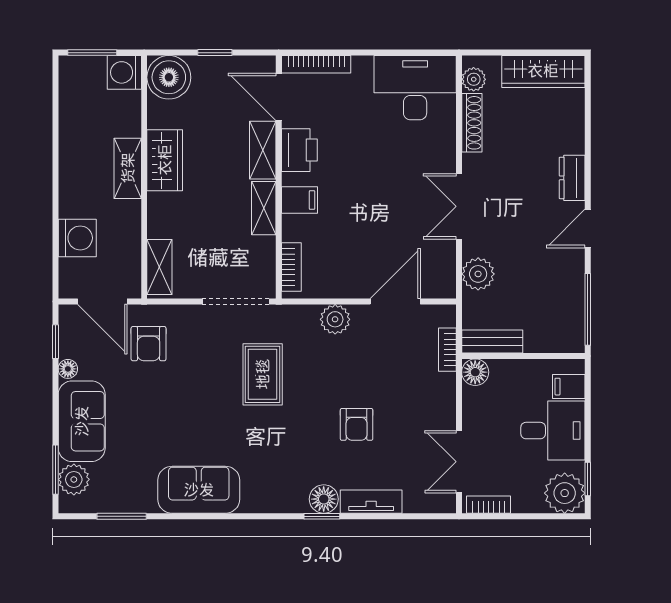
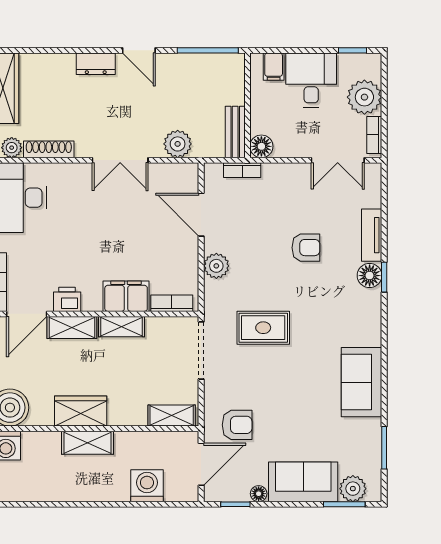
printer: (299, 150) -> (67, 299), width x0.73, depth x0.81
filing cabinet: (299, 200) -> (126, 296), width x2.00
plant: (565, 493) -> (364, 97), moved

